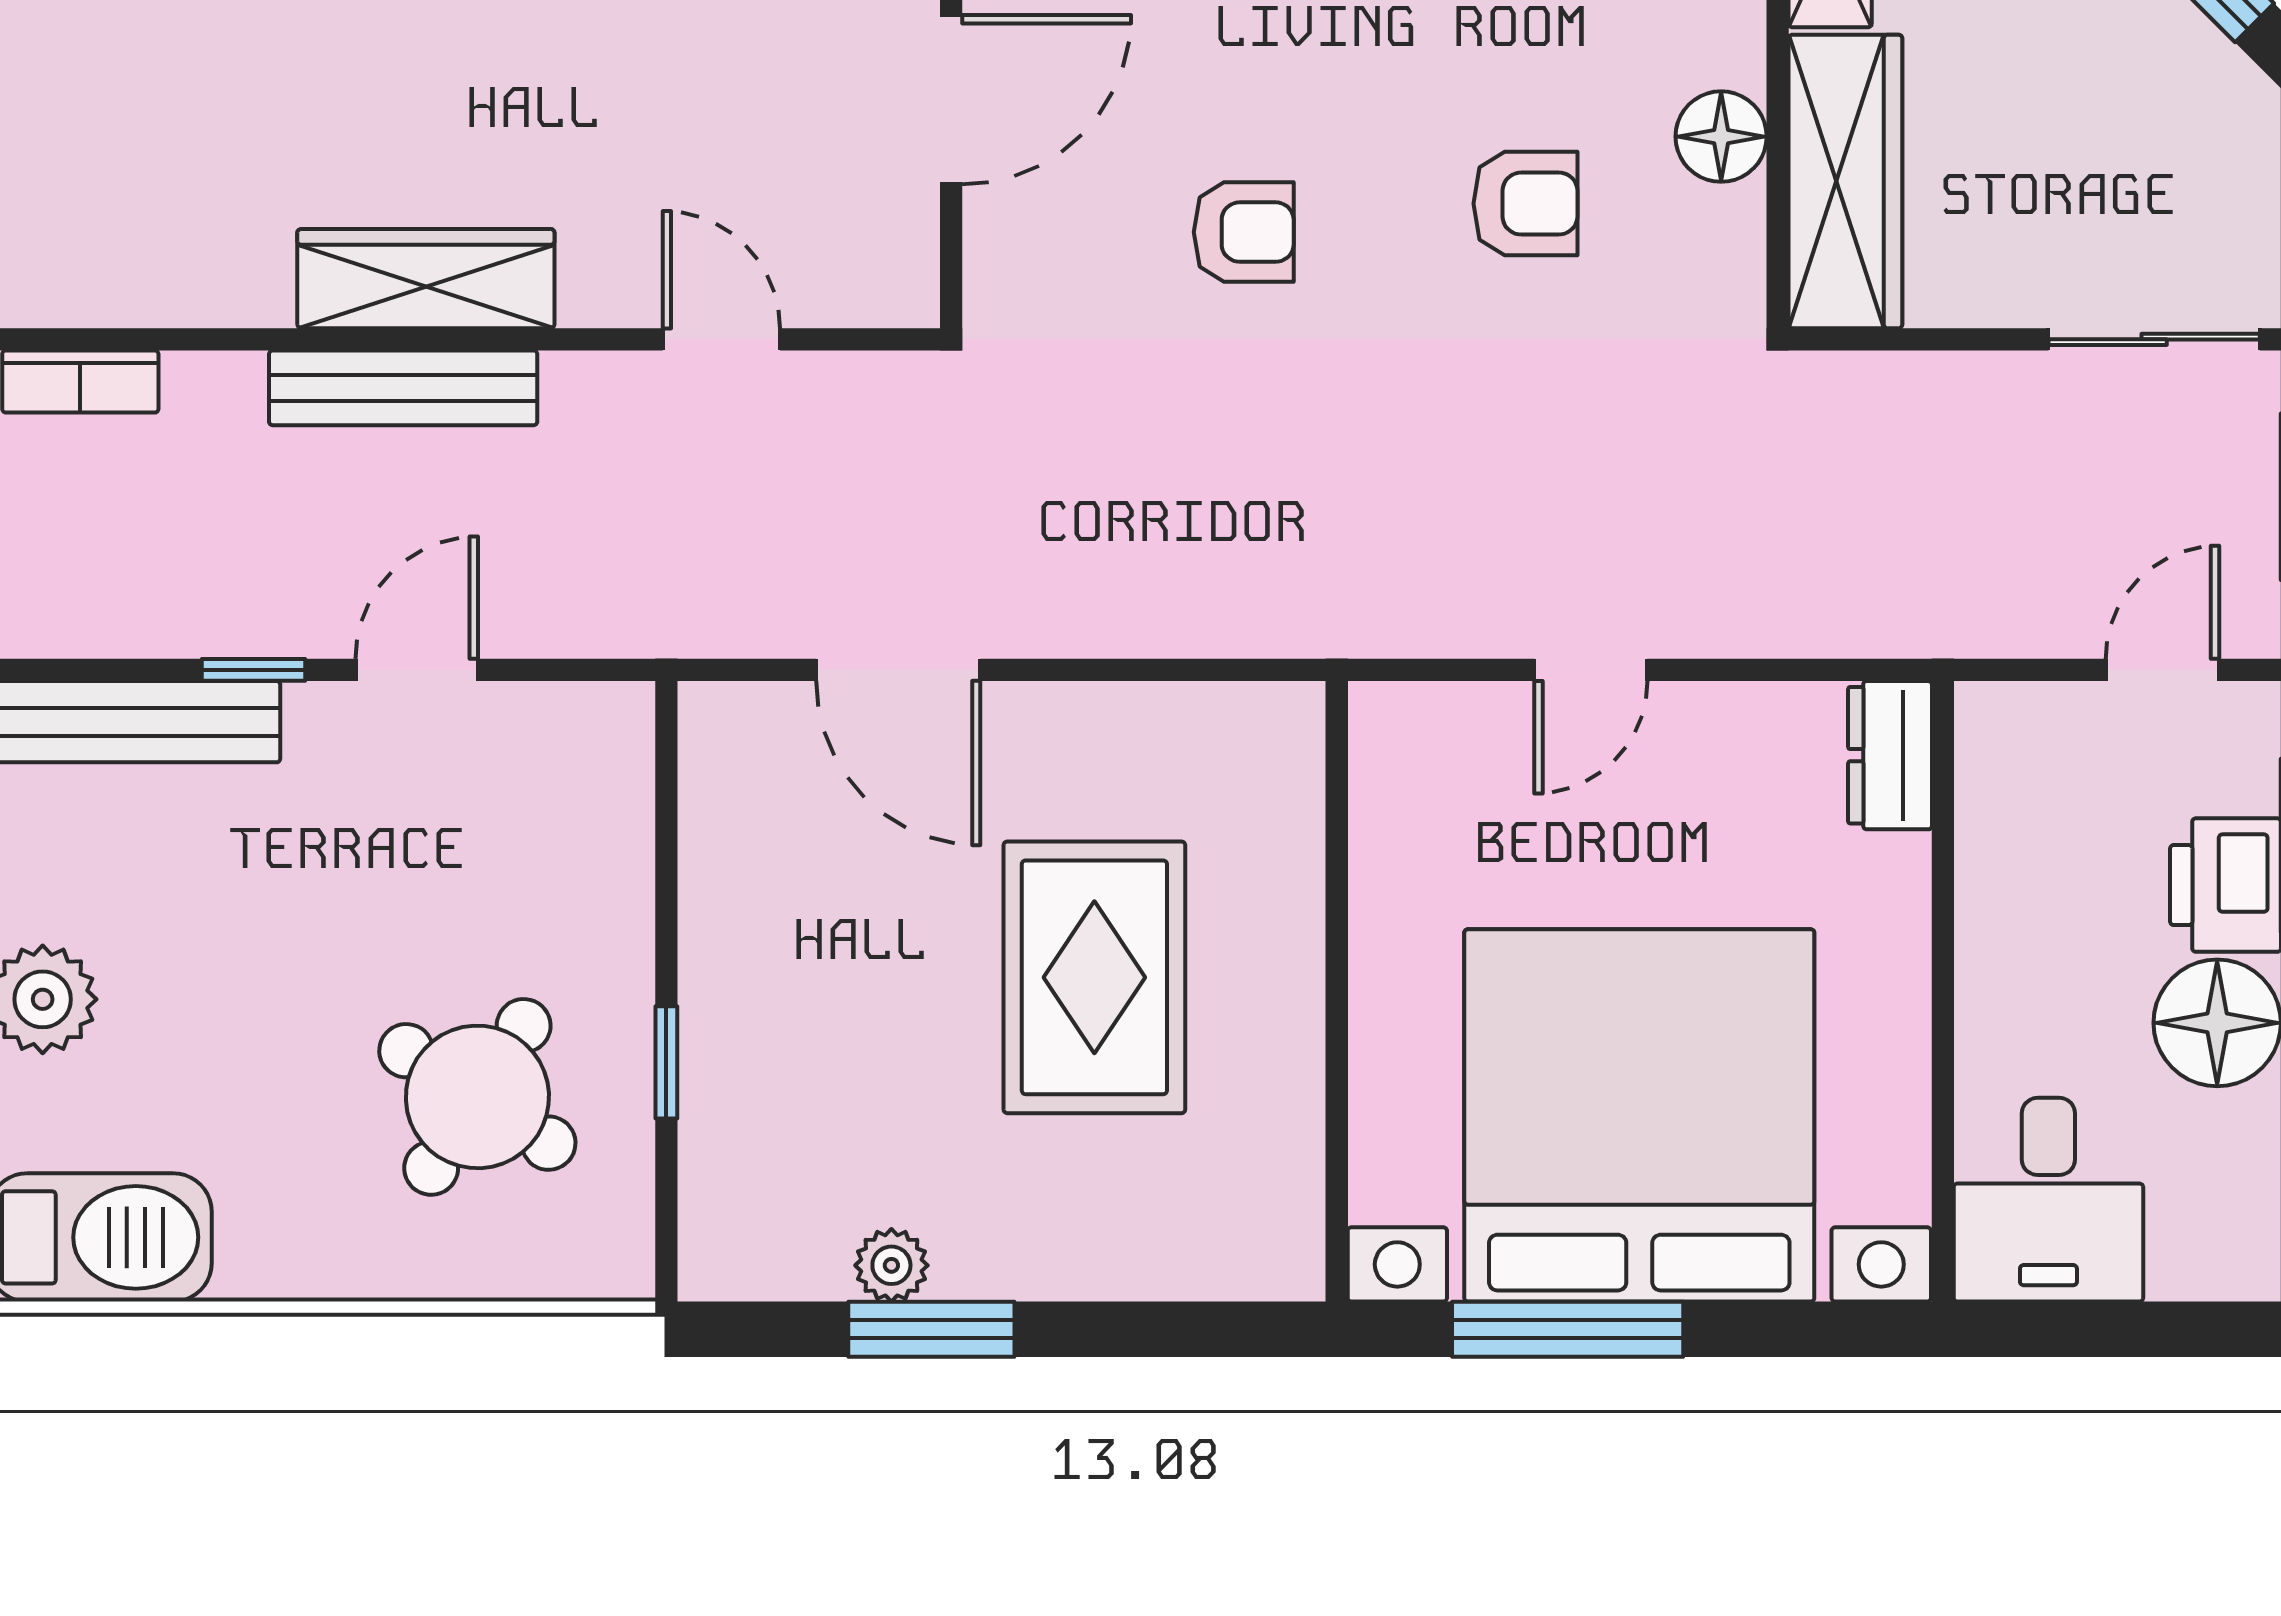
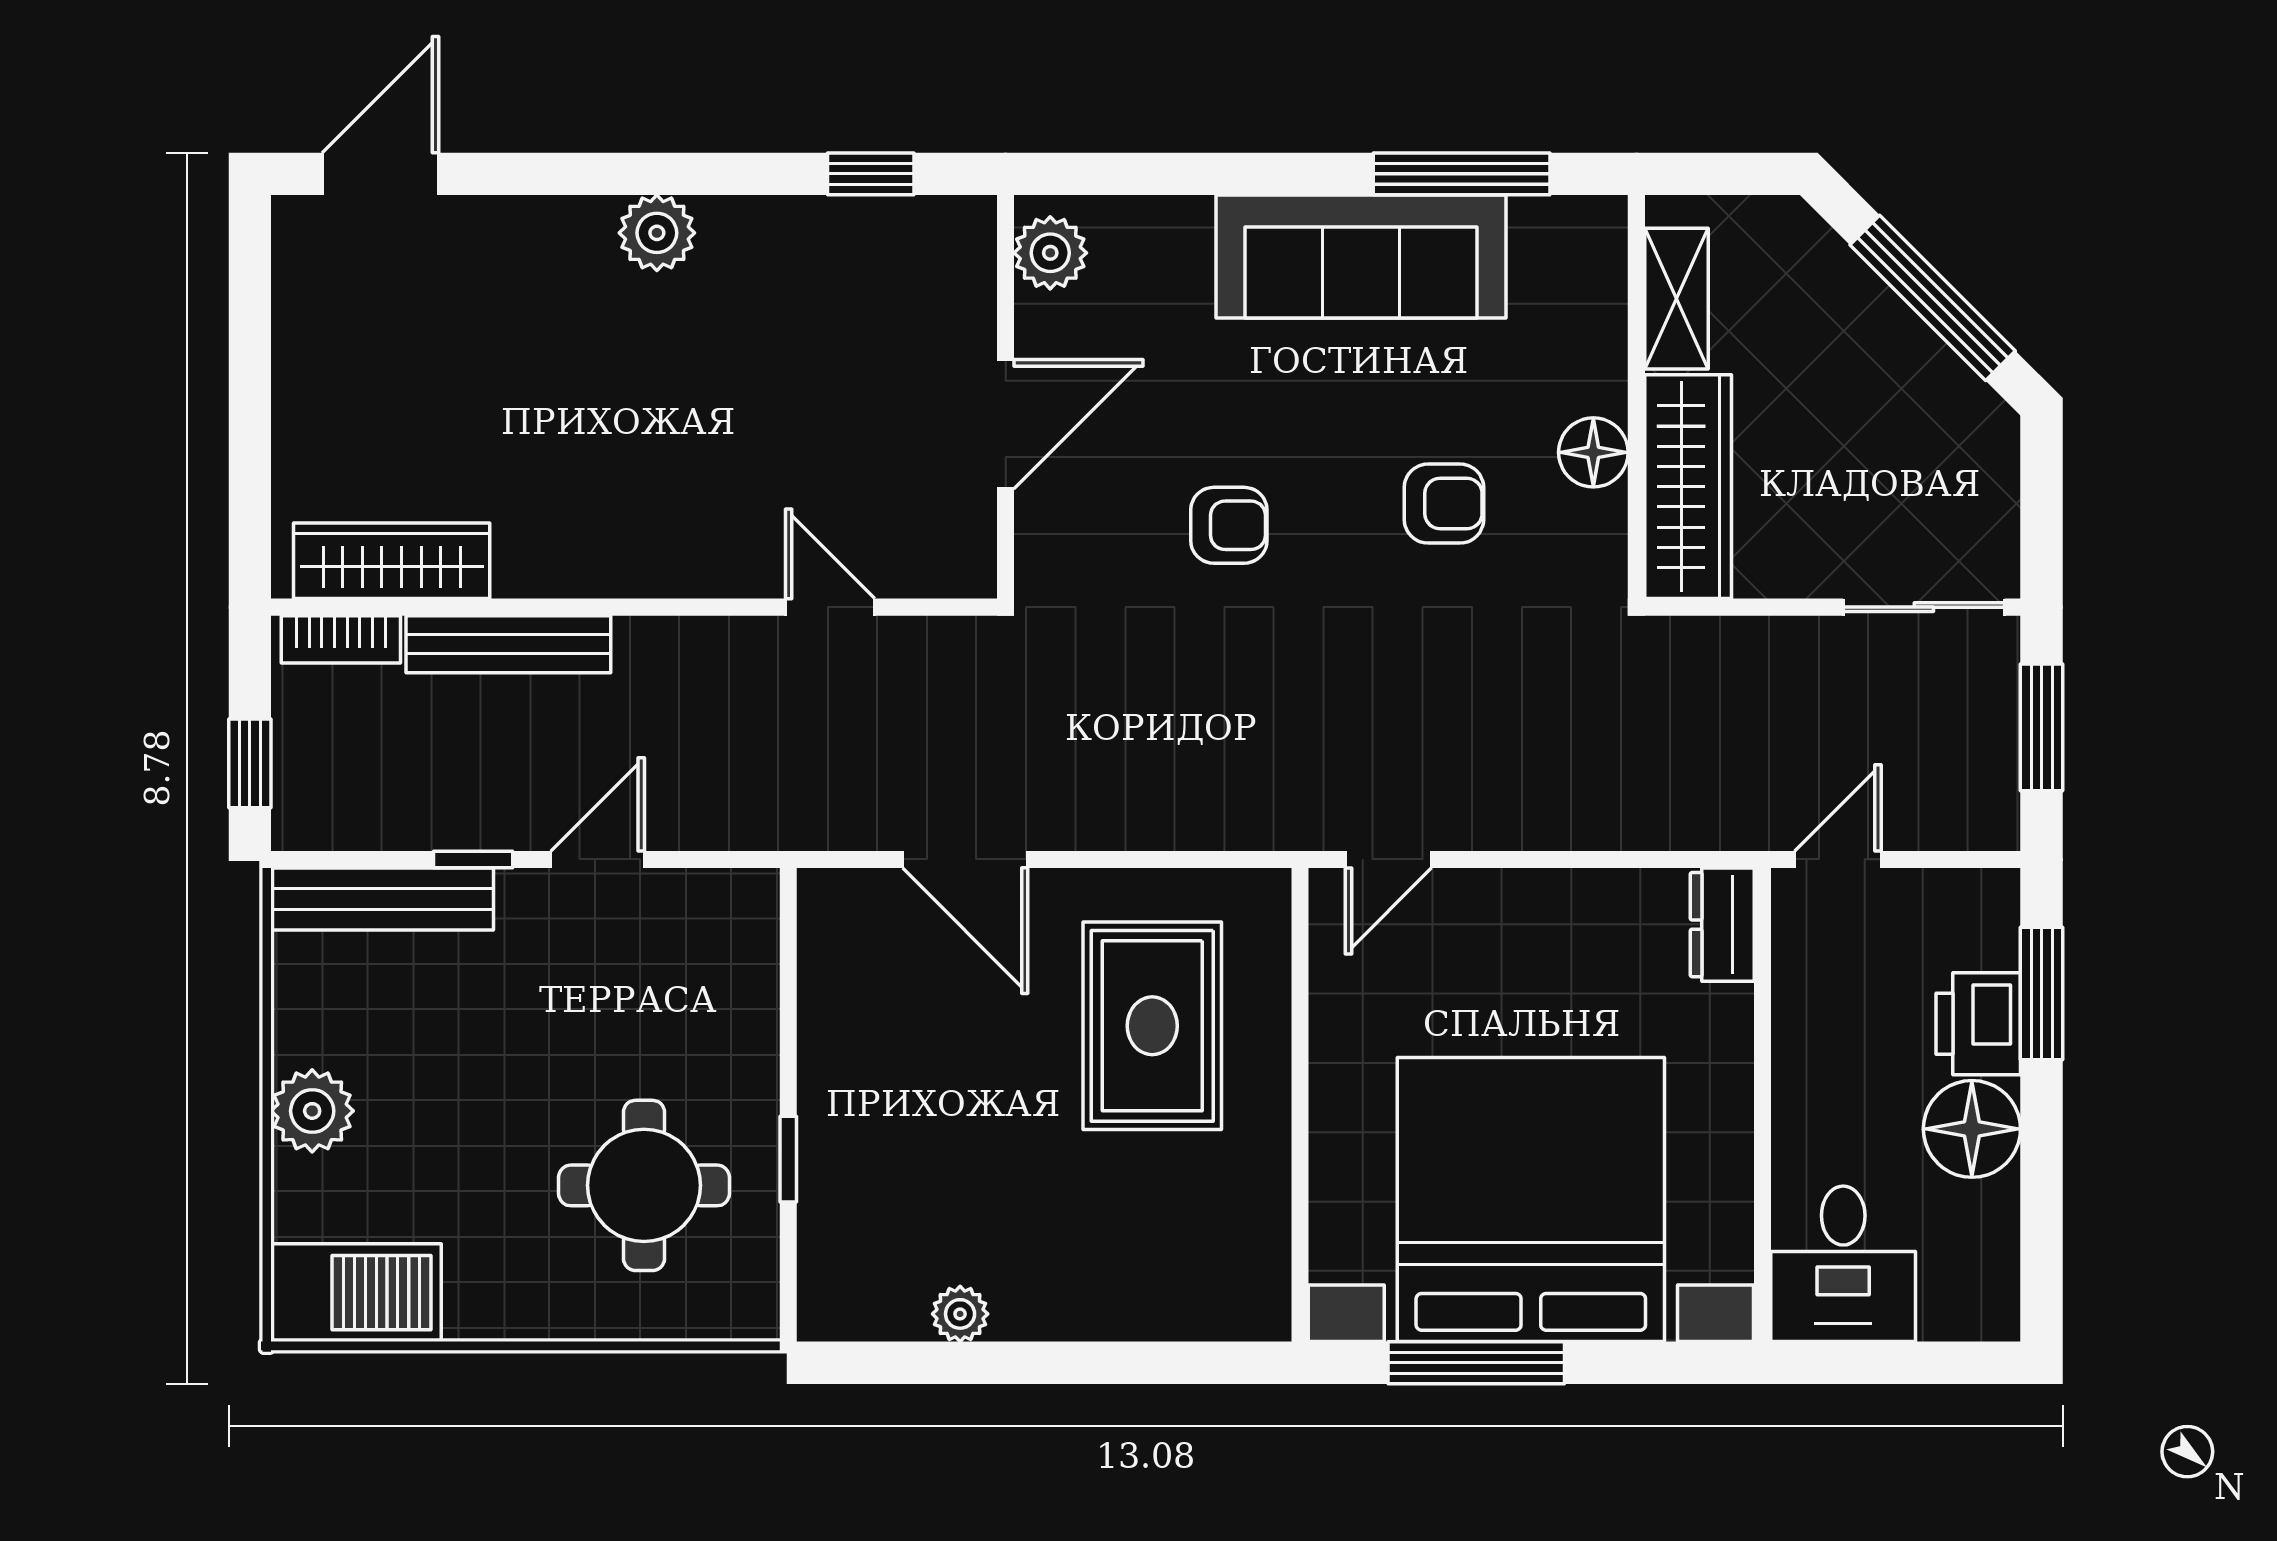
wardrobe: (426, 279) -> (392, 561), moved
bench: (403, 388) -> (508, 644), moved
door: (1591, 670) -> (1388, 859), moved
door: (2162, 670) -> (1838, 859), moved
rug: (1094, 977) -> (1152, 1026), moved
round table: (477, 1097) -> (644, 1185), turned -33
window: (931, 1329) -> (991, 1363), removed

